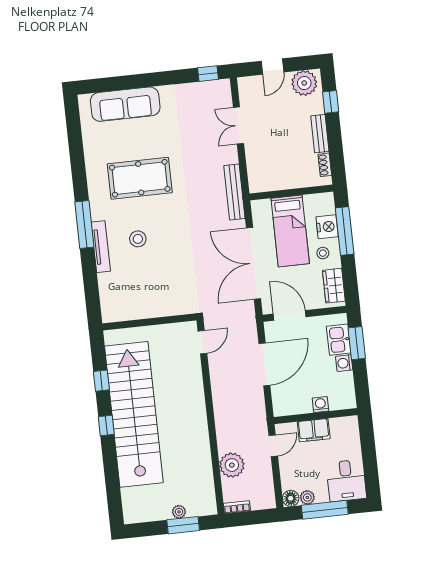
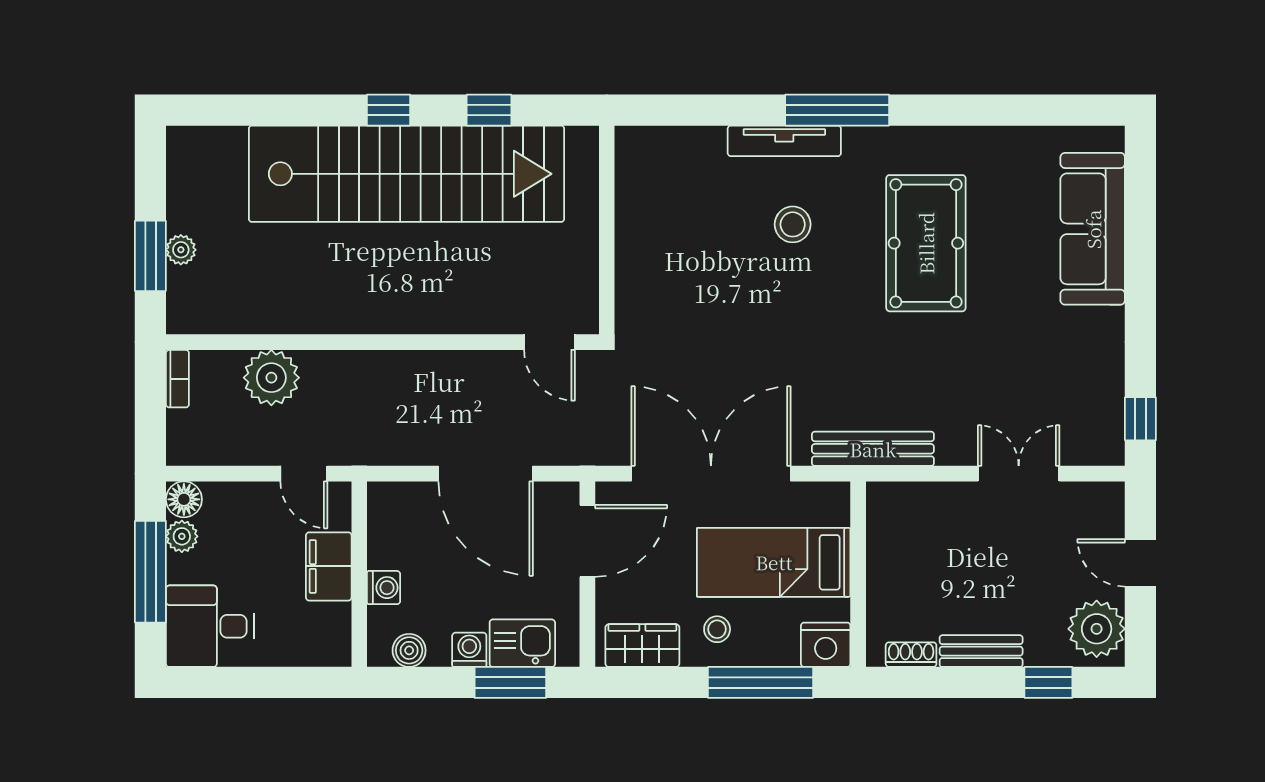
nightstand: (327, 227) -> (826, 645), moved
boiler: (347, 390) -> (409, 650), added

